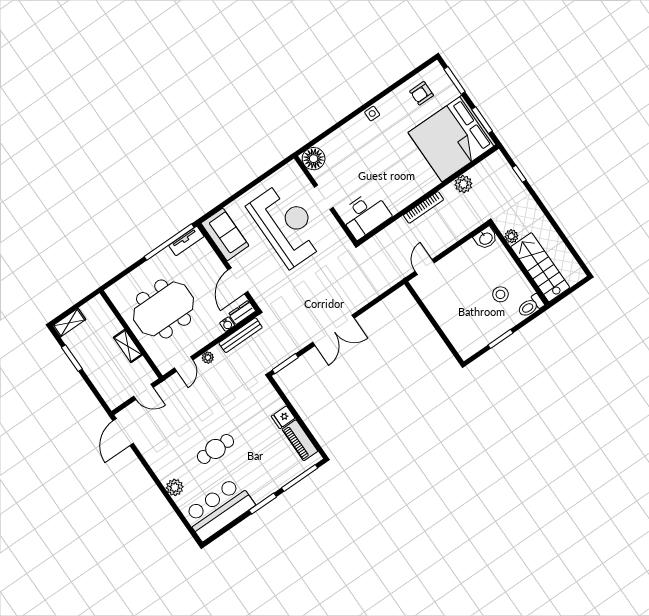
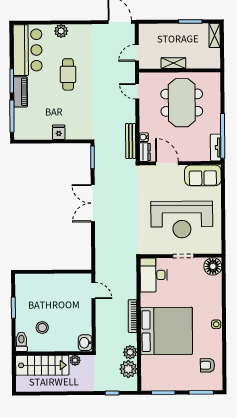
armchair: (422, 93) -> (207, 365), turned -91
bed: (452, 139) -> (166, 331), moved, turned 90
plant: (208, 358) -> (128, 369), moved, width x1.88, depth x1.88
piano: (300, 440) -> (21, 92), moved, turned 90

